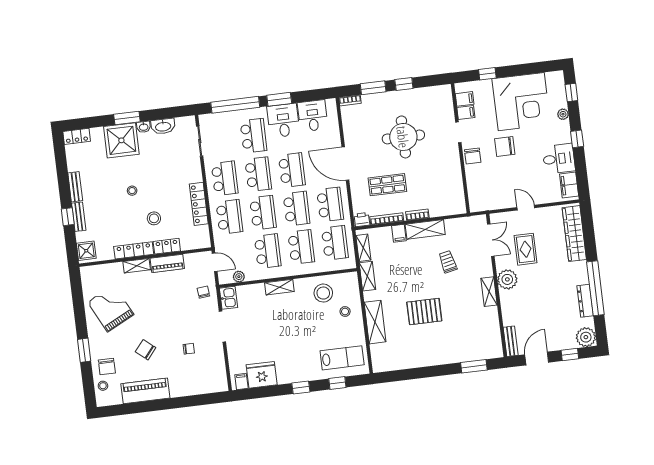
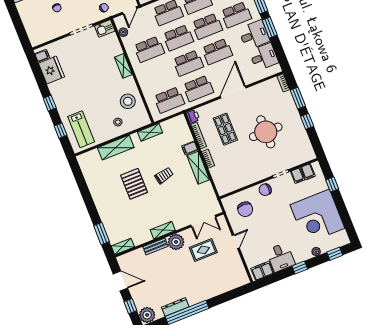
chair: (505, 147) -> (245, 209), moved, turned 180
wardrobe: (574, 234) -> (225, 285), removed
school desk: (301, 247) -> (159, 75), removed
shelving: (363, 248) -> (123, 246), moved
trolley: (448, 262) -> (164, 176), moved
bench: (511, 341) -> (155, 246), moved

